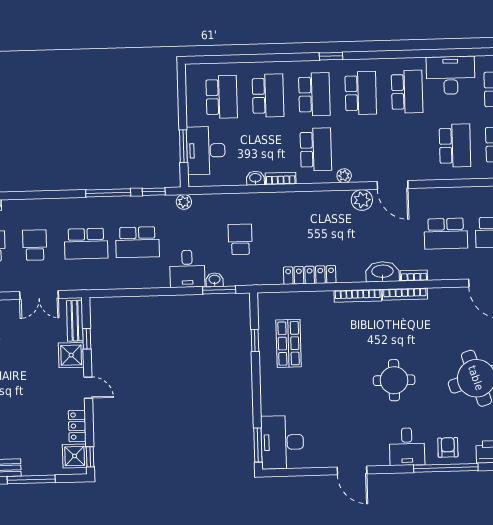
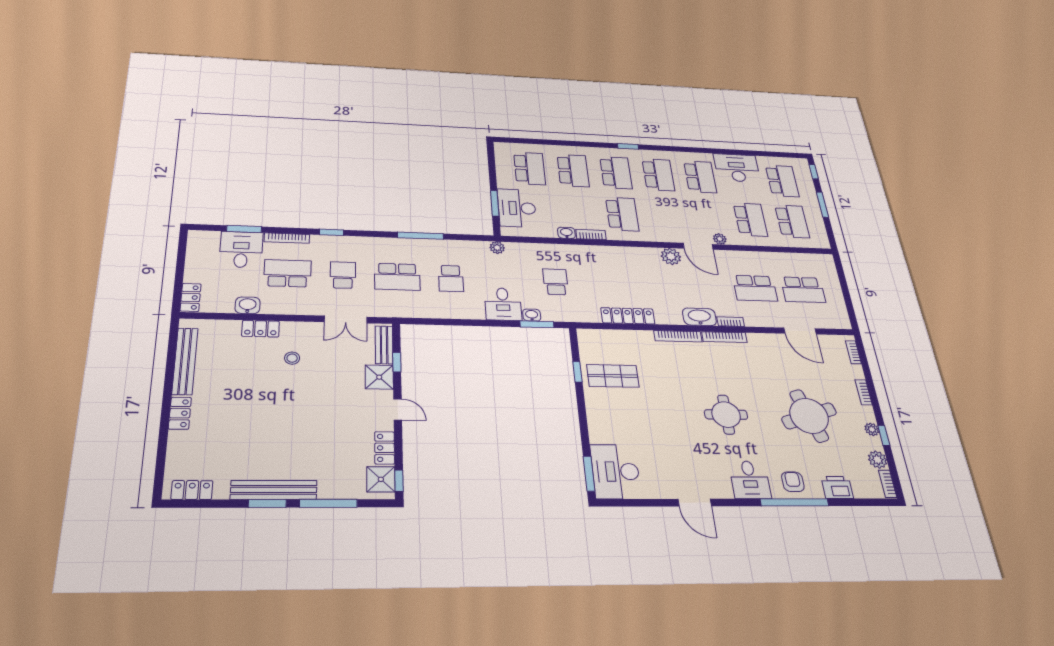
plant: (344, 176) -> (720, 239), moved
window: (154, 192) -> (332, 232), moved
school desk: (137, 242) -> (451, 278), width x0.54
shop shelf: (289, 343) -> (613, 376), turned 90

